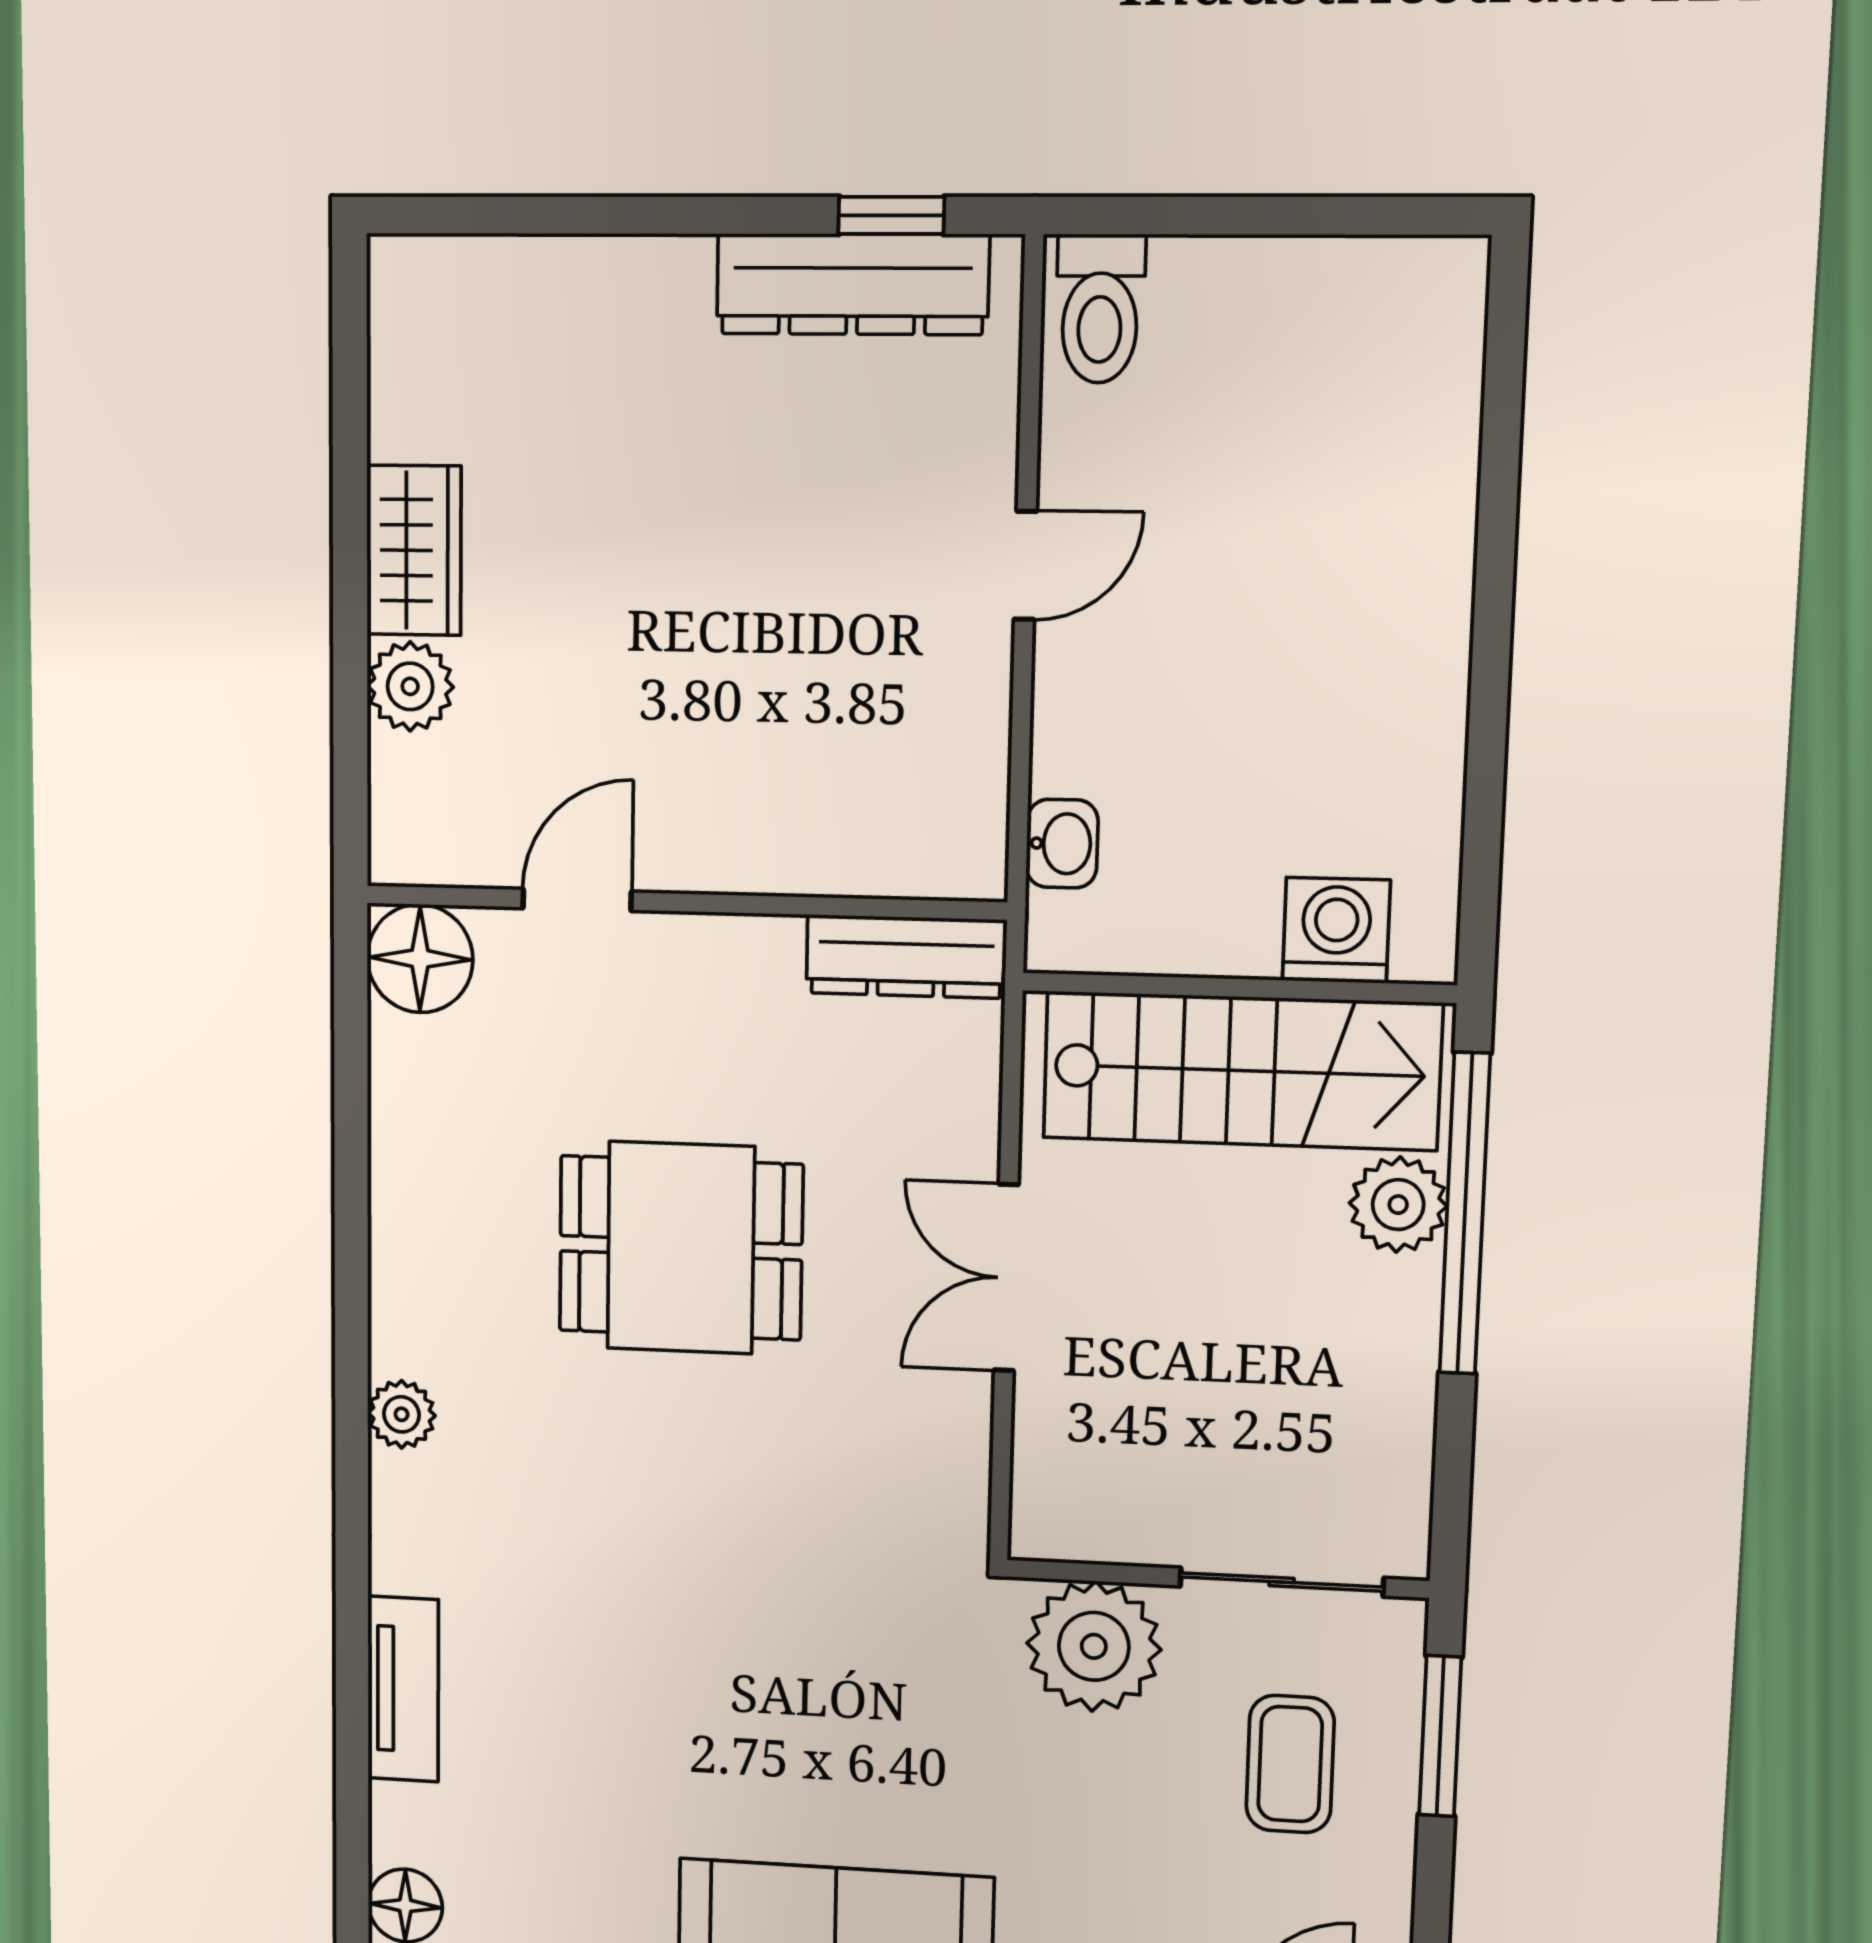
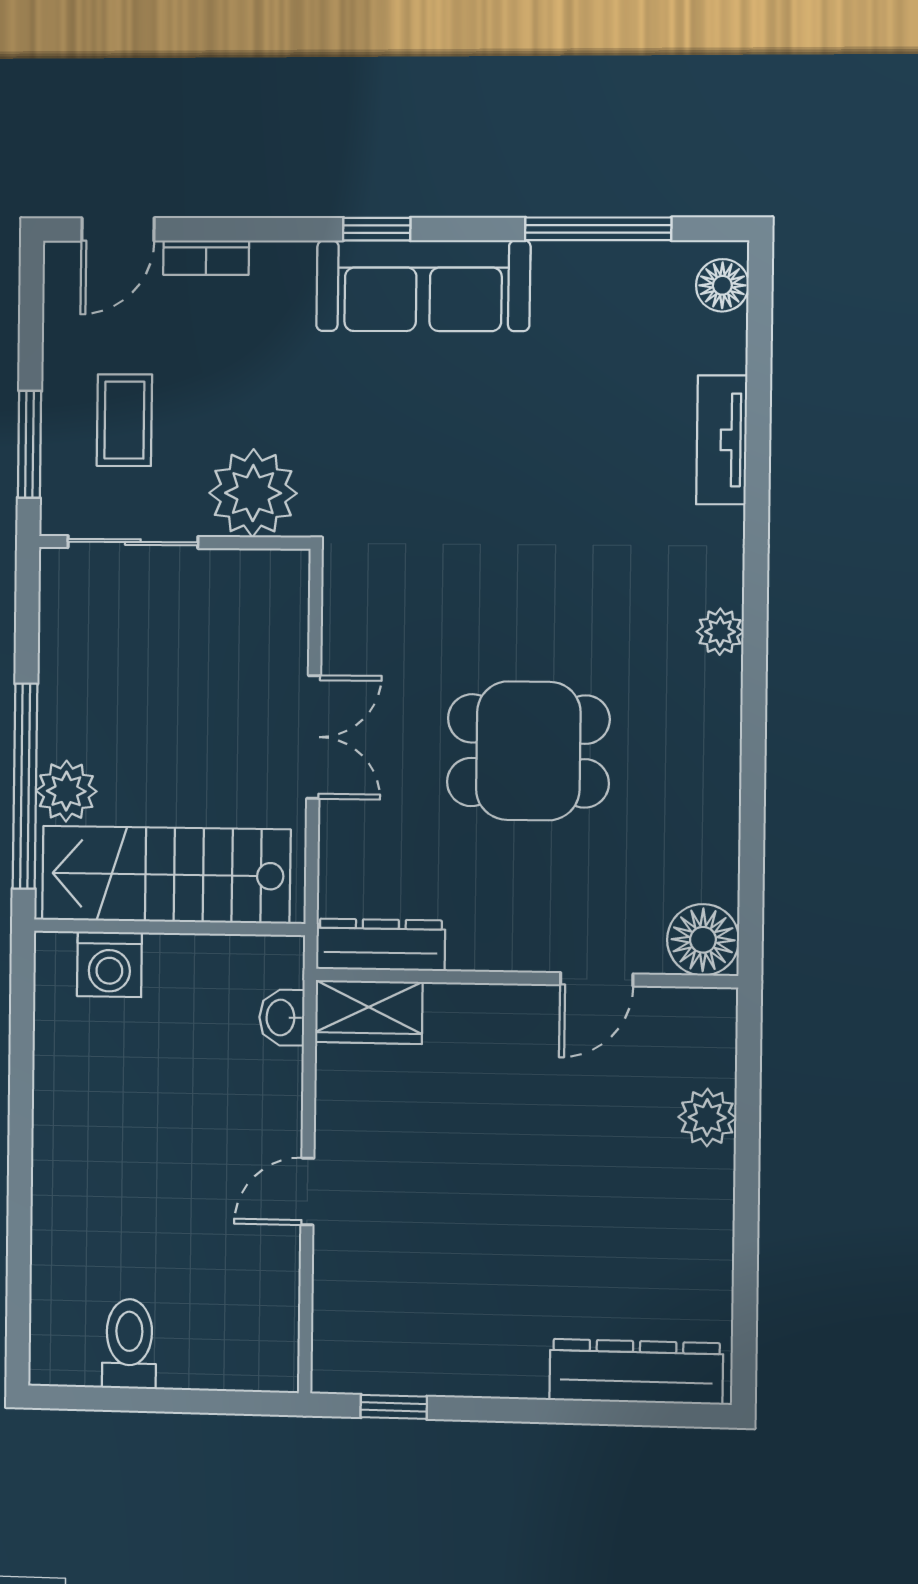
dresser: (852, 284) -> (636, 1372), moved
toilet: (1100, 309) -> (129, 1344), moved
wardrobe: (414, 550) -> (369, 1012), moved, turned -90

